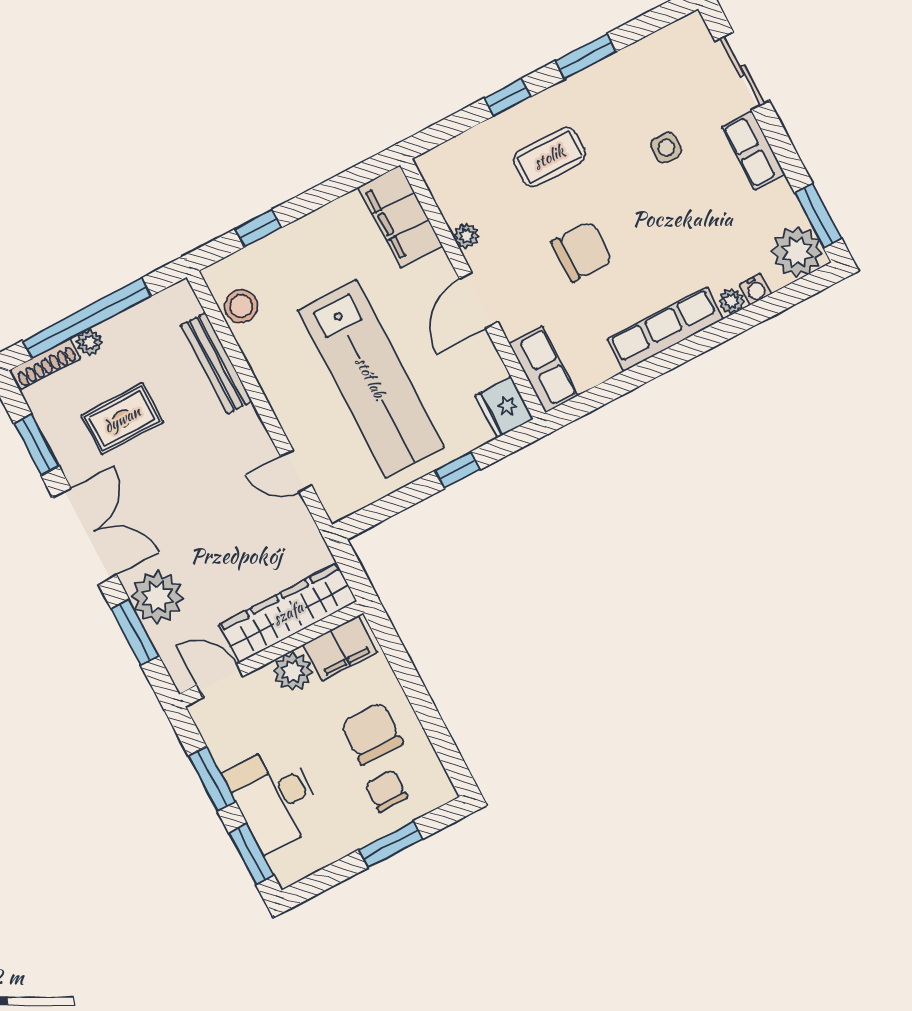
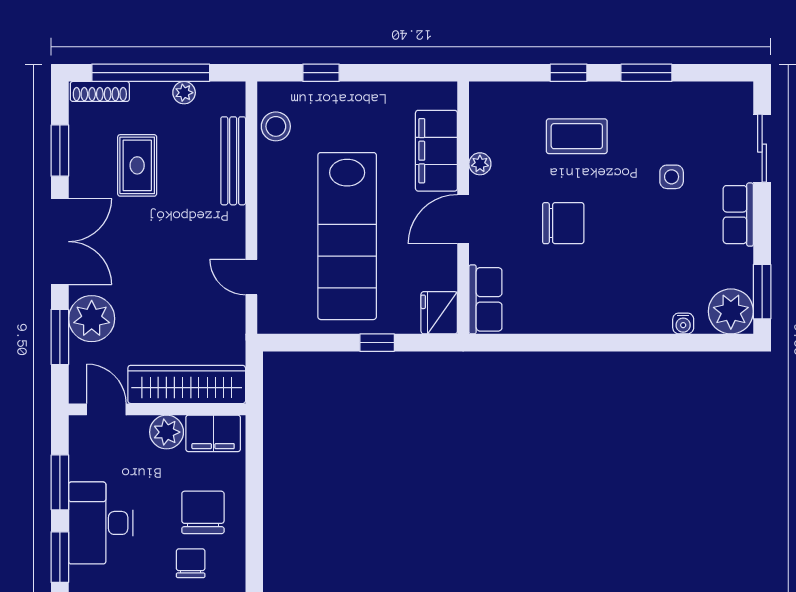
filing cabinet: (400, 217) -> (436, 151), moved
plant: (731, 301) -> (659, 323), removed
row of seats: (665, 329) -> (597, 318), removed
plant: (89, 342) -> (184, 93), moved
rug: (122, 419) -> (137, 165), turned 90

